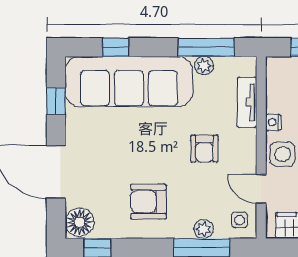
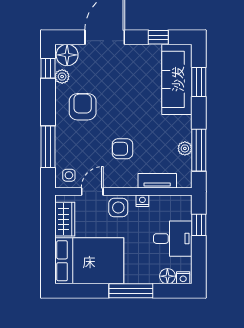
window: (116, 47) -> (199, 82), width x1.50
sofa: (129, 82) -> (177, 79), width x0.74, depth x0.79
plant: (203, 229) -> (62, 77), moved

